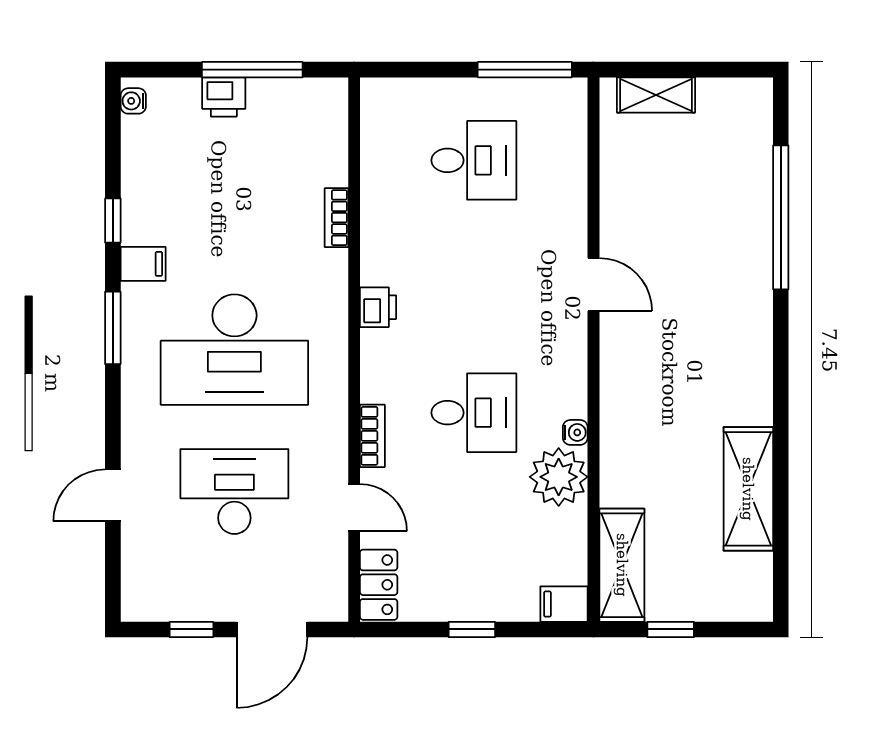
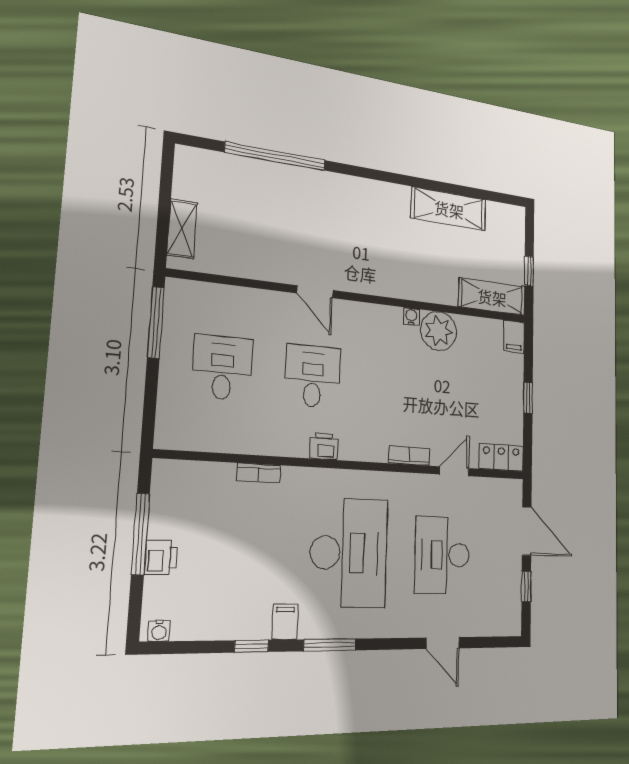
door: (593, 285) -> (315, 292), swing flipped
desk: (474, 413) -> (313, 376), moved

